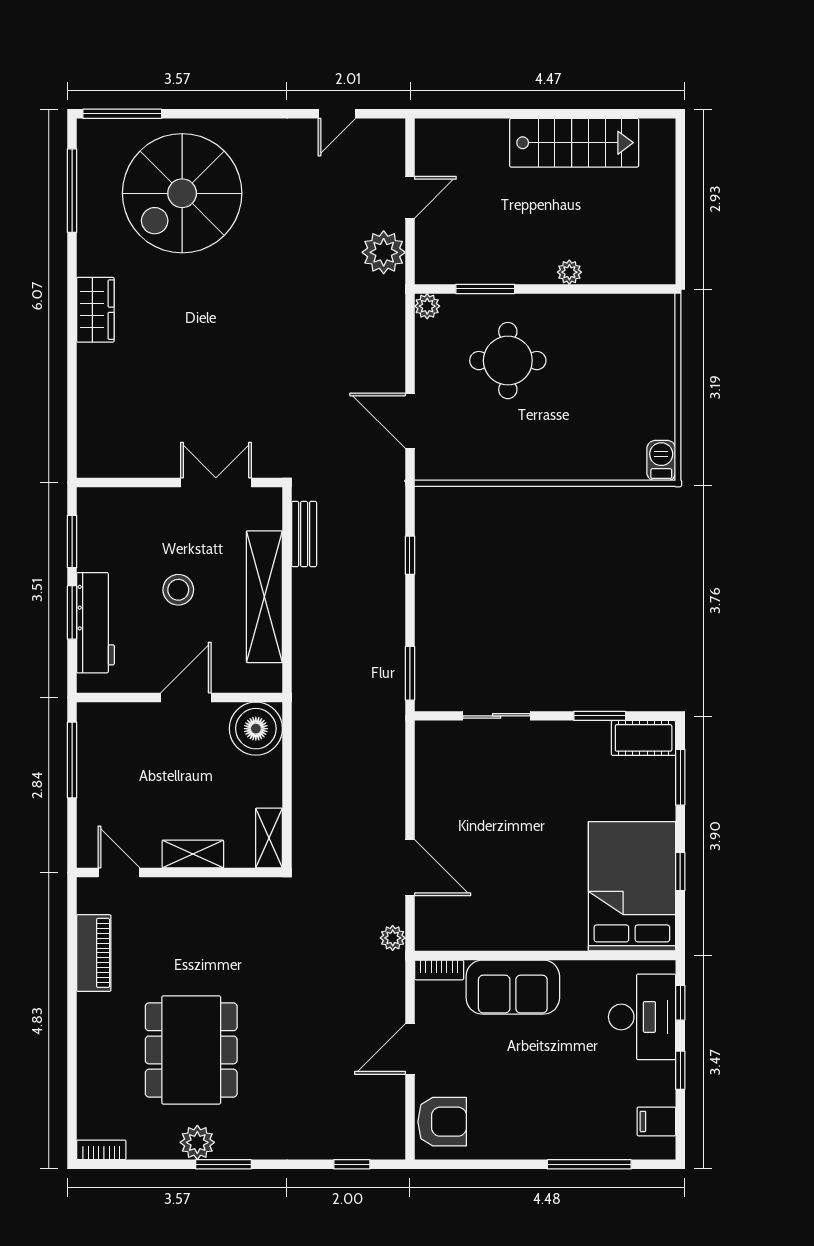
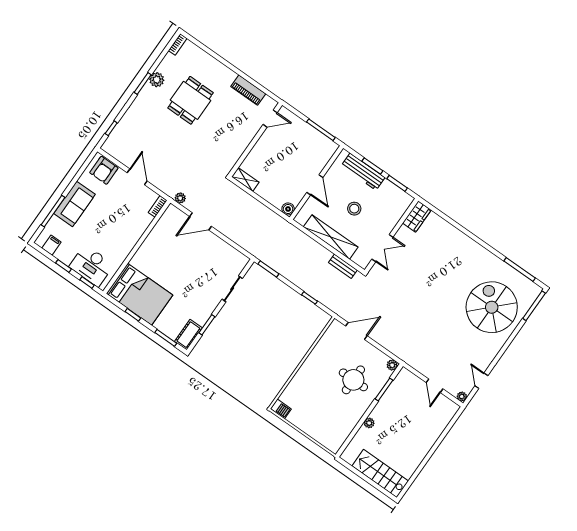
stairs: (574, 143) -> (380, 473), moved, turned 90
plant: (384, 252) -> (462, 397), moved, width x0.53, depth x0.53
wardrobe: (95, 310) -> (417, 217), moved, turned -90
boiler: (256, 729) -> (288, 209), width x0.54, depth x0.54
shelving: (193, 854) -> (258, 149), removed
sofa: (513, 987) -> (75, 204), moved, turned 180
dining table: (191, 1050) -> (190, 100), width x0.73

